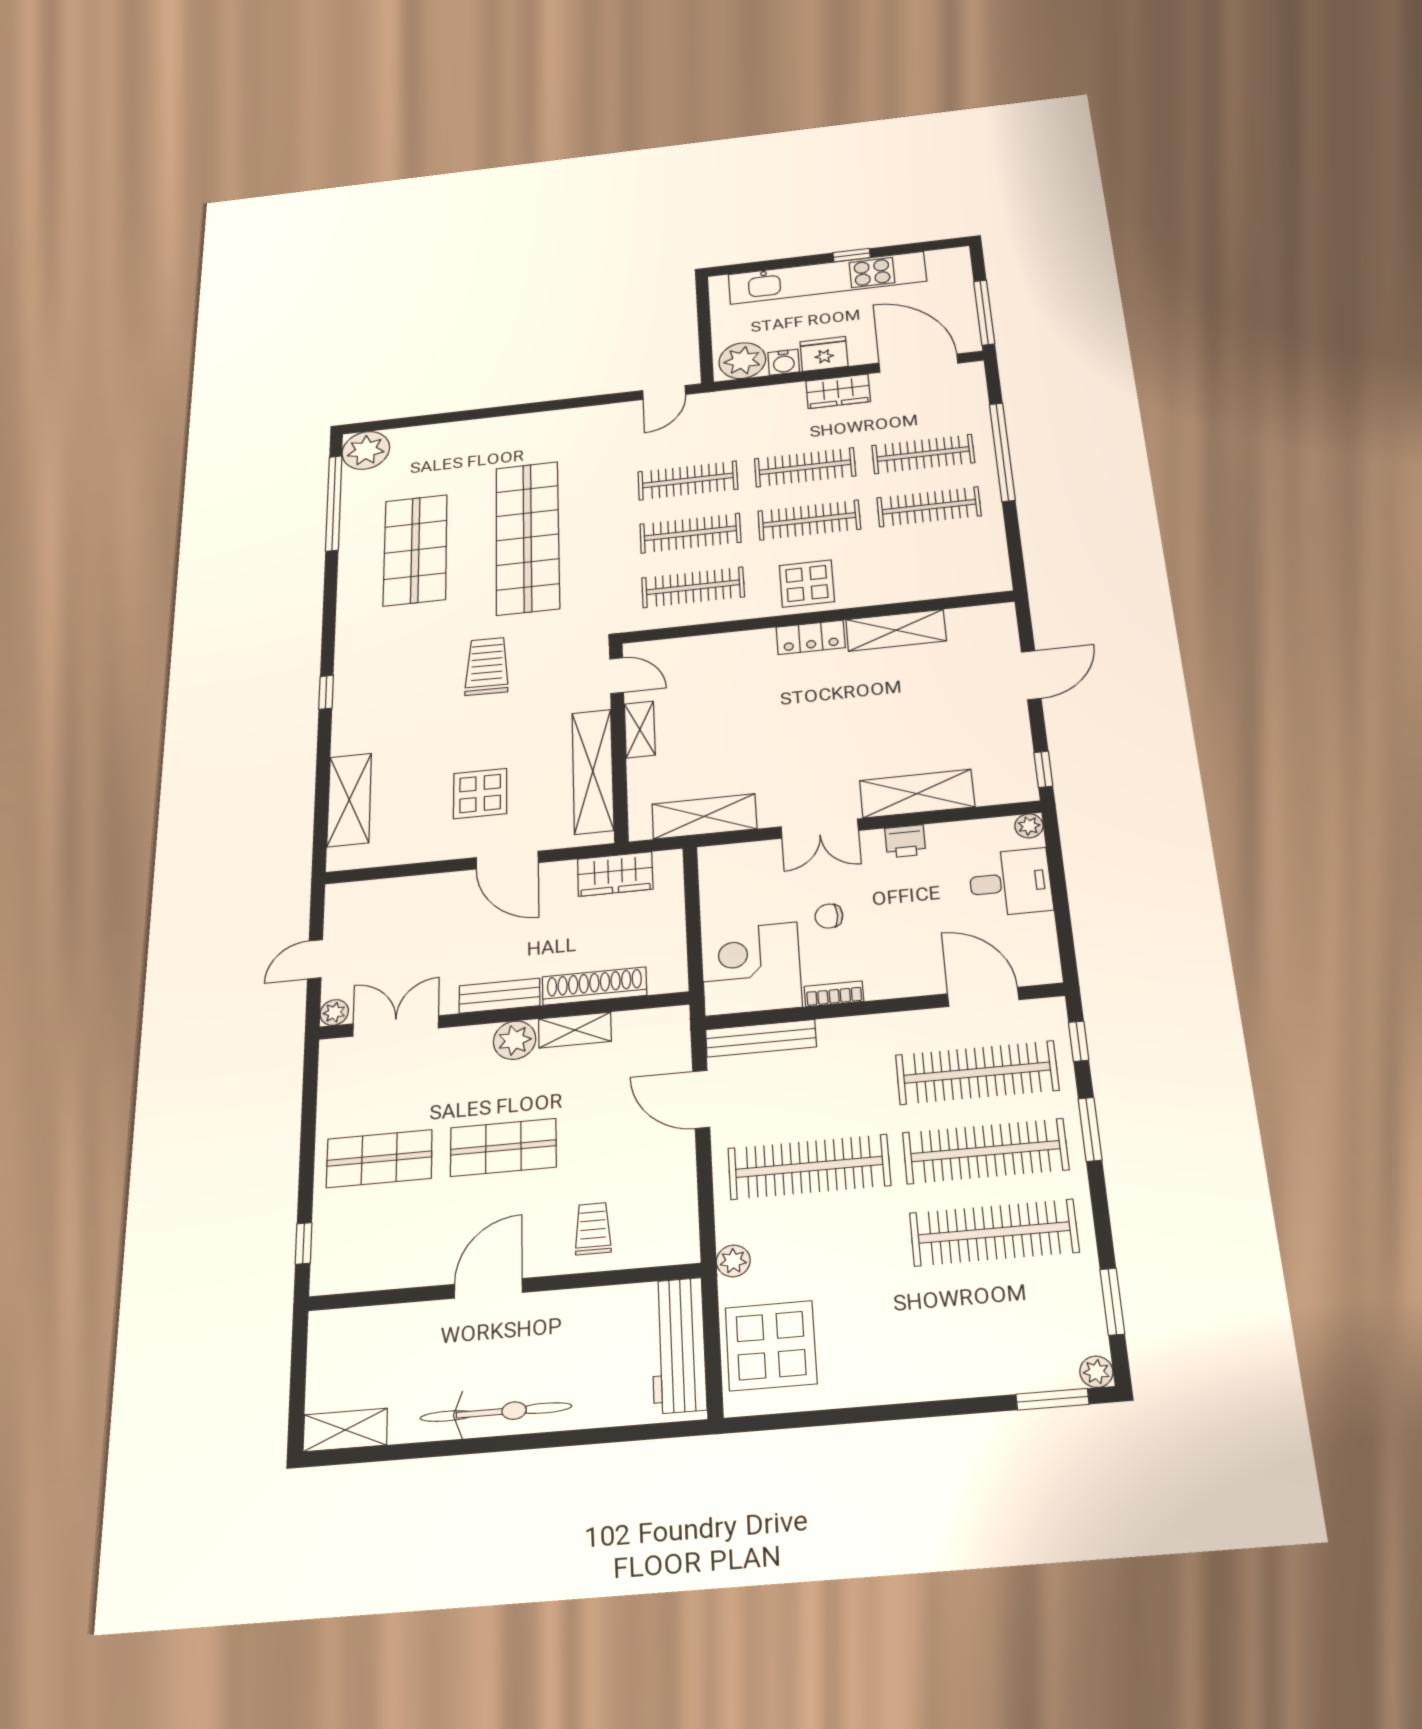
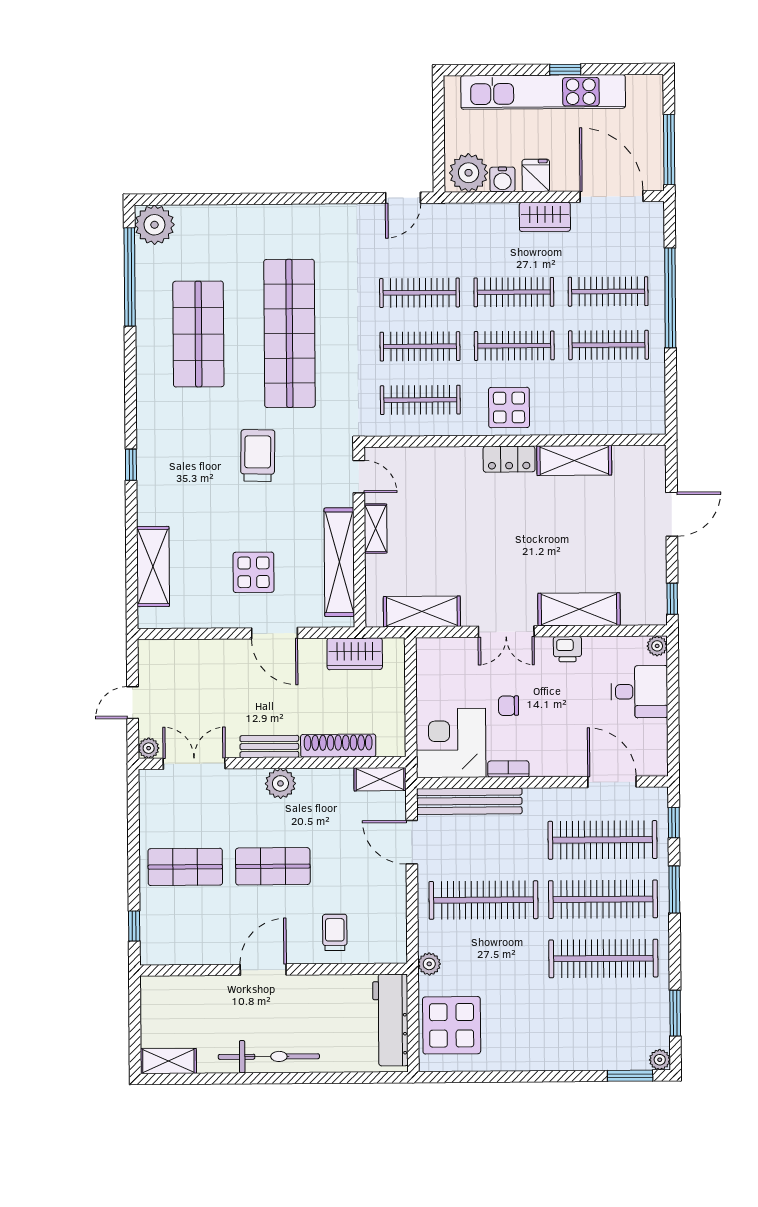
fridge: (824, 354) -> (536, 175), width x0.72
shelving: (575, 1030) -> (380, 779), moved
bench: (761, 1038) -> (469, 801), width x1.37, depth x1.21

